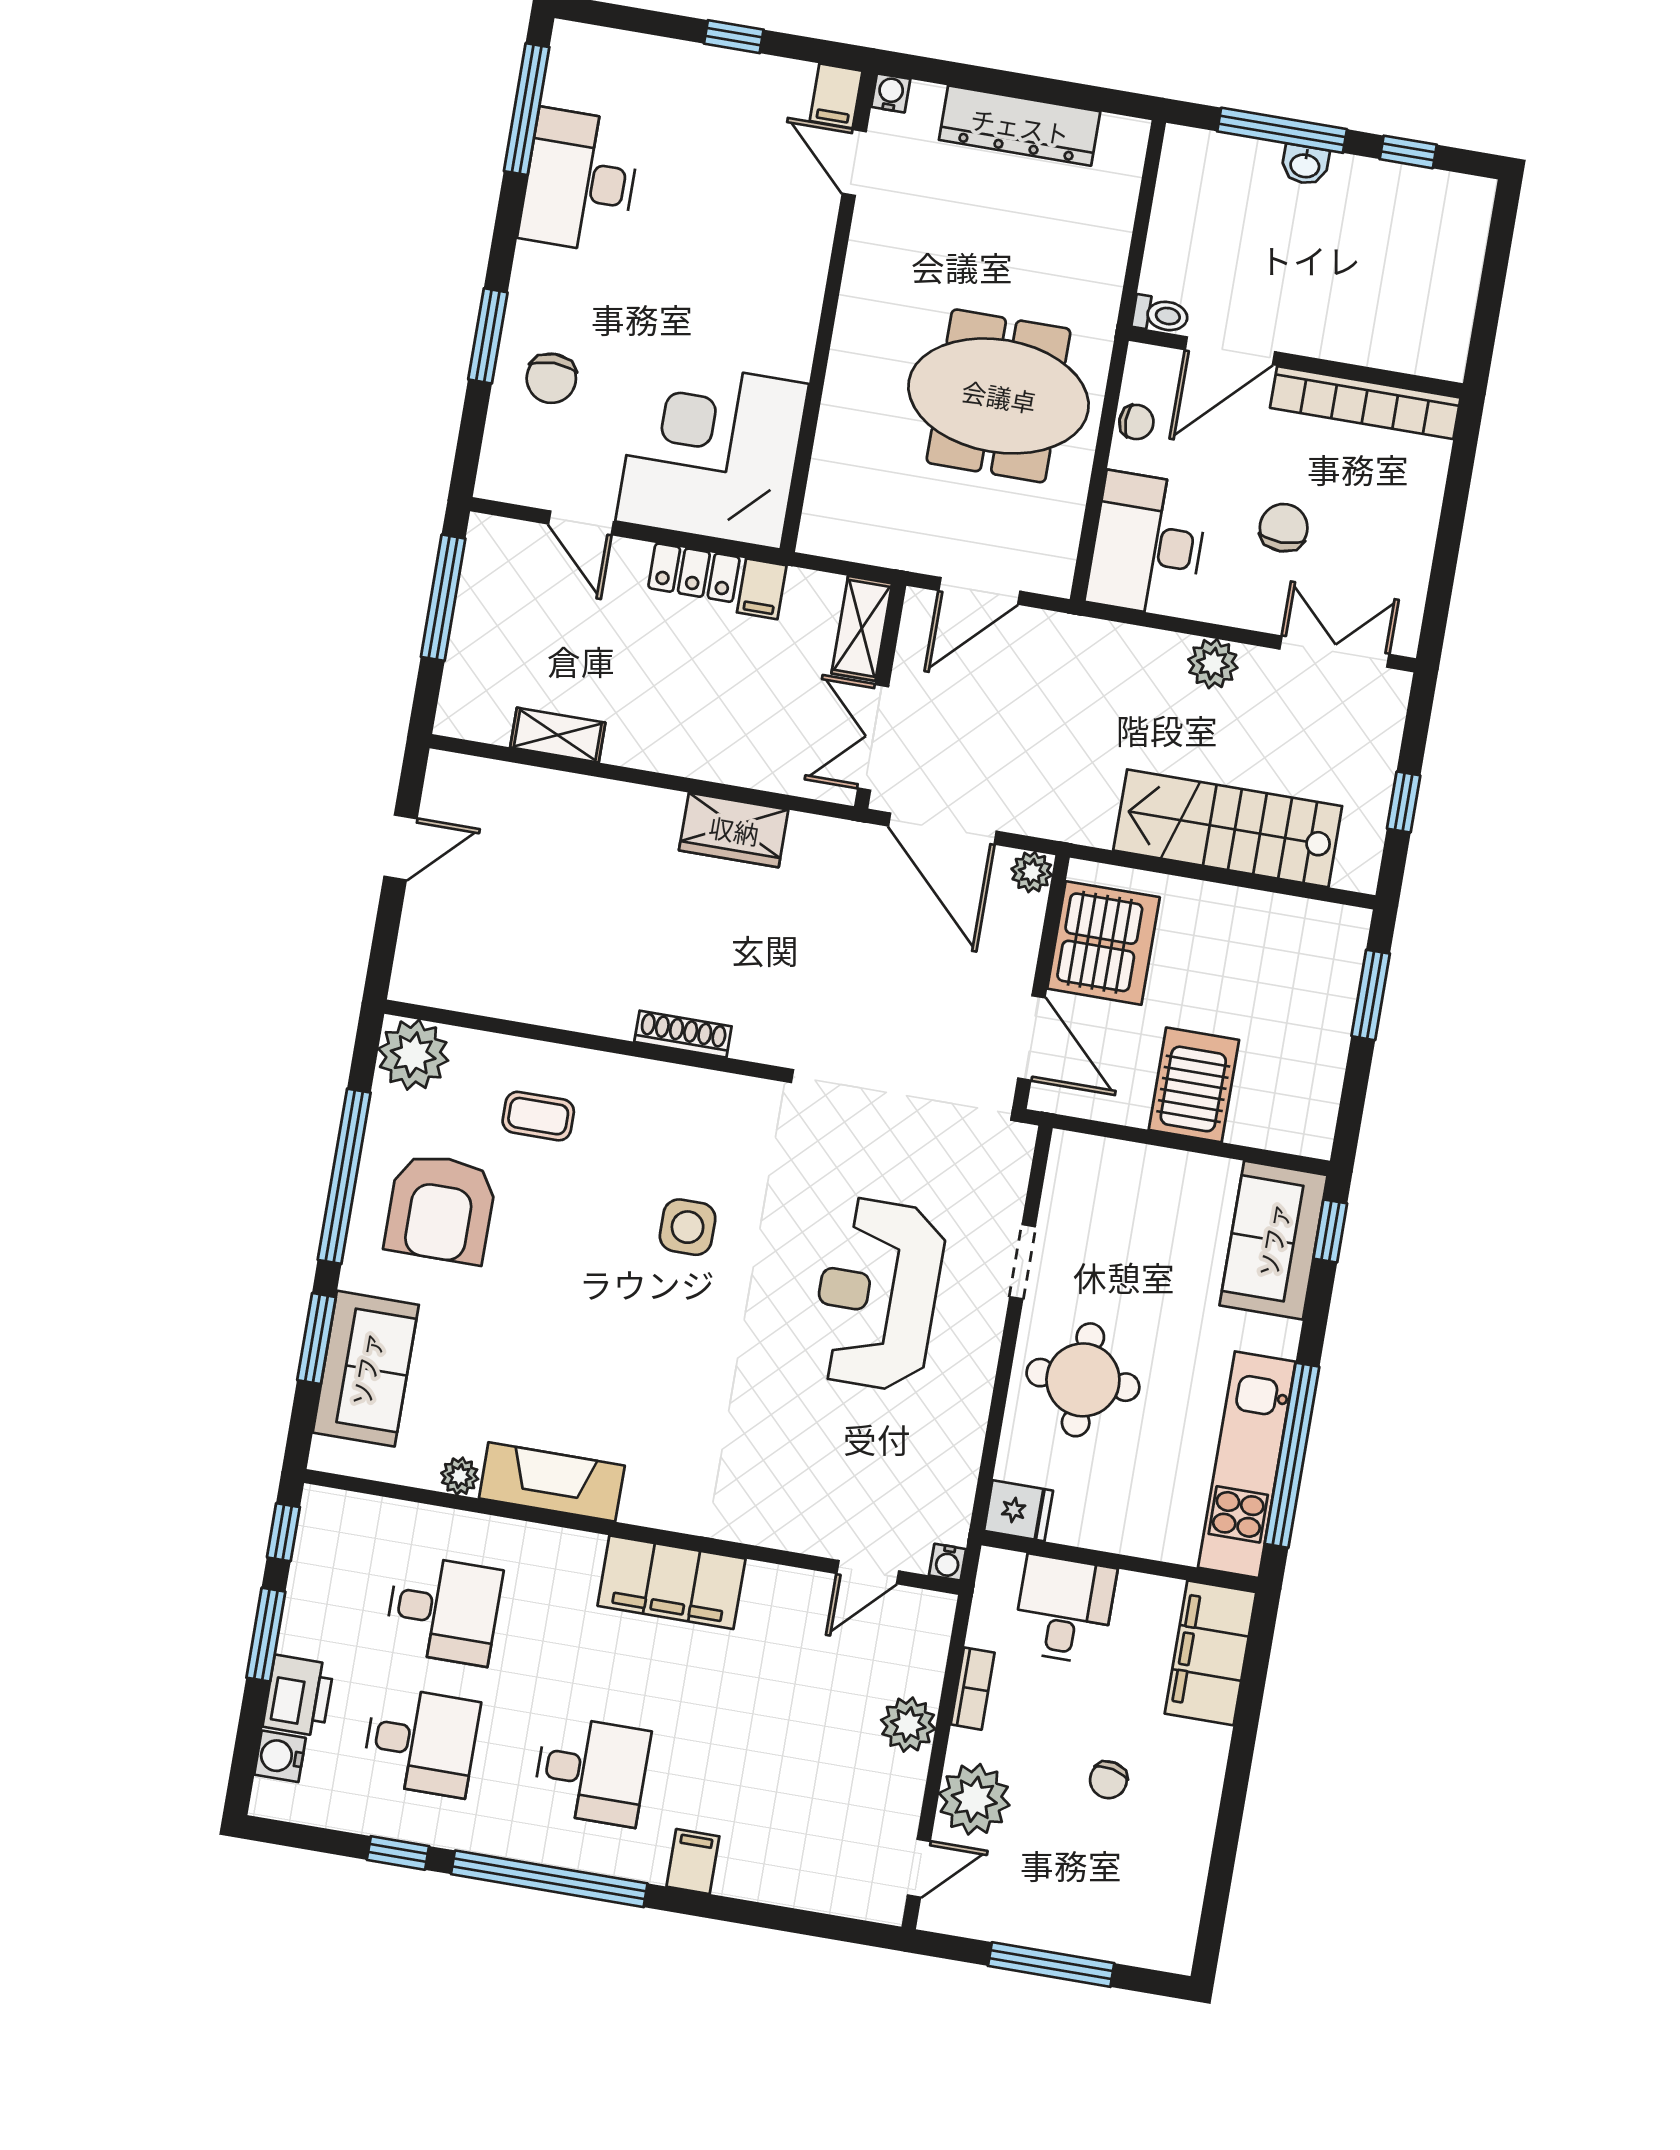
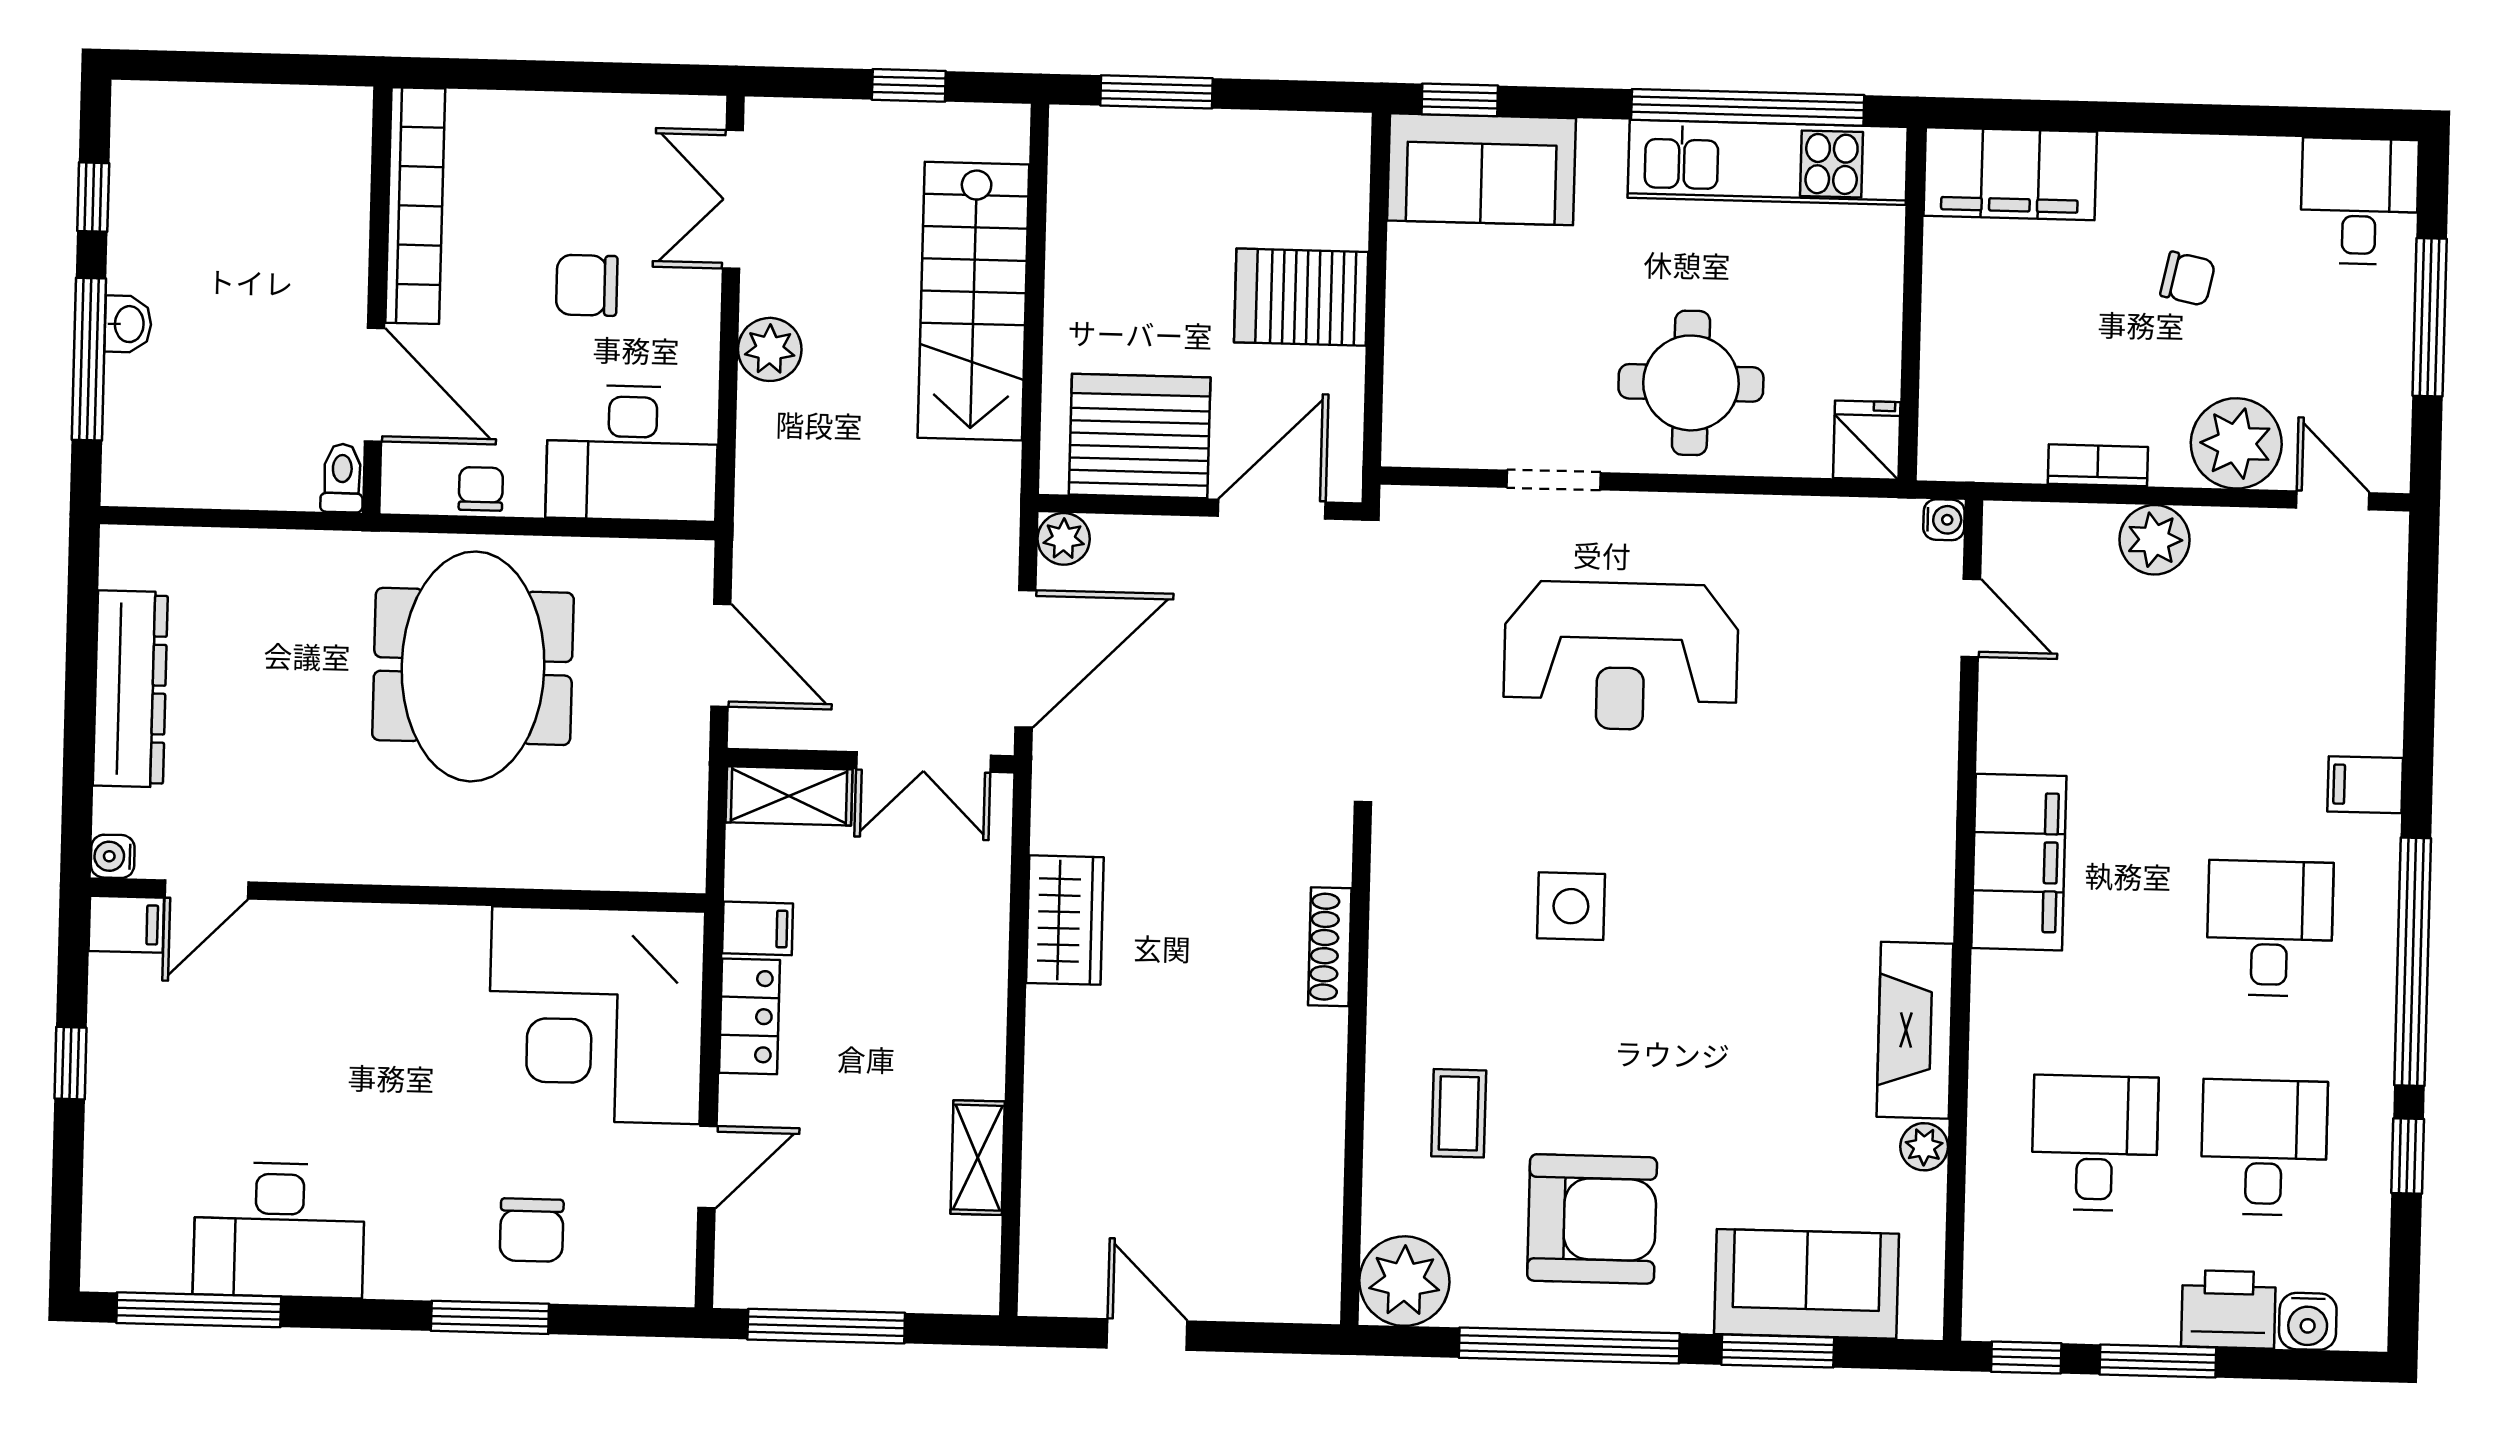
chair: (551, 378) -> (532, 1230), turned 90
desk: (1064, 1610) -> (2359, 201), moved, turned 90

